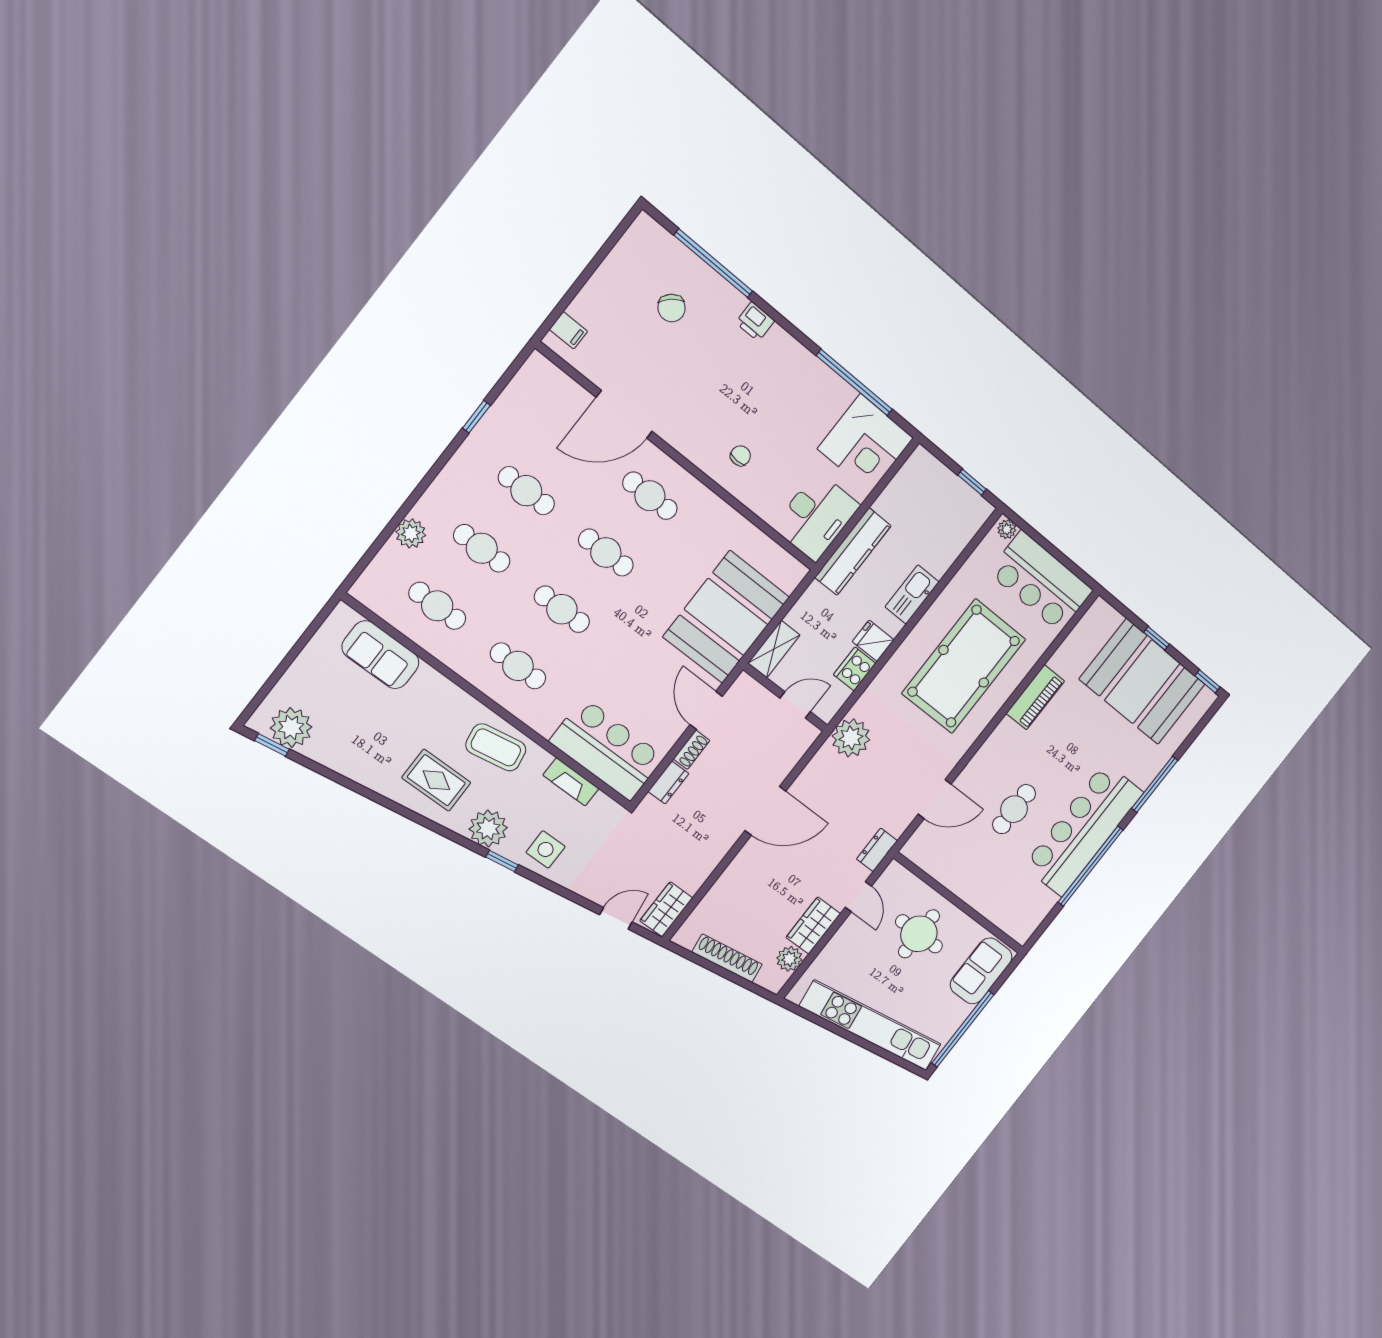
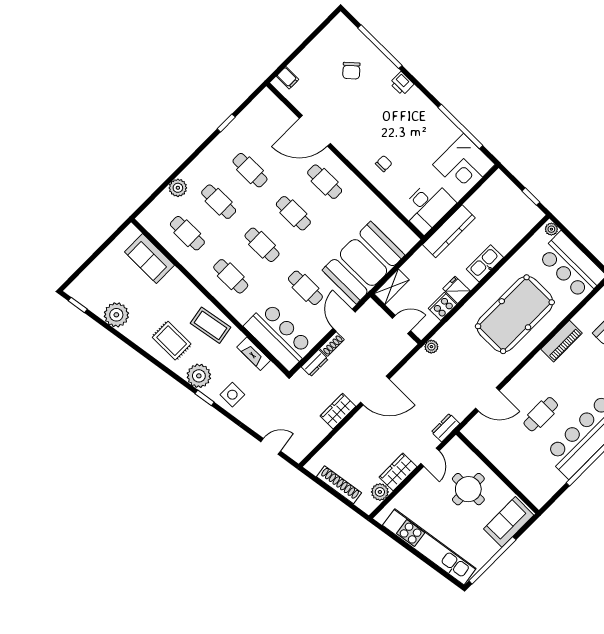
cafe table: (640, 668) -> (305, 288), added
plant: (291, 728) -> (116, 315), moved
plant: (851, 738) -> (431, 347), width x0.53, depth x0.53
wardrobe: (666, 909) -> (338, 411), moved

